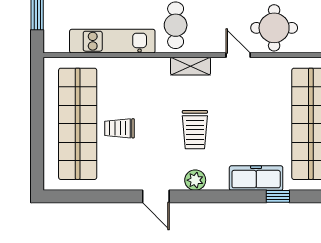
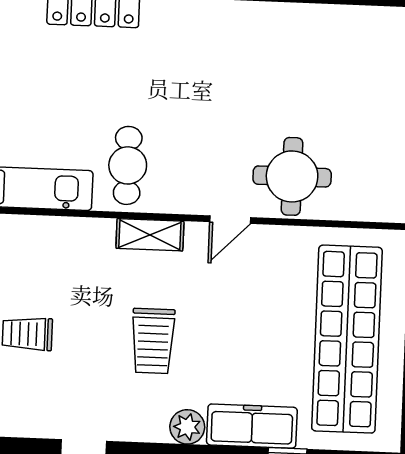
door: (238, 55) -> (230, 220), swing flipped
plant: (195, 180) -> (187, 427), moved

